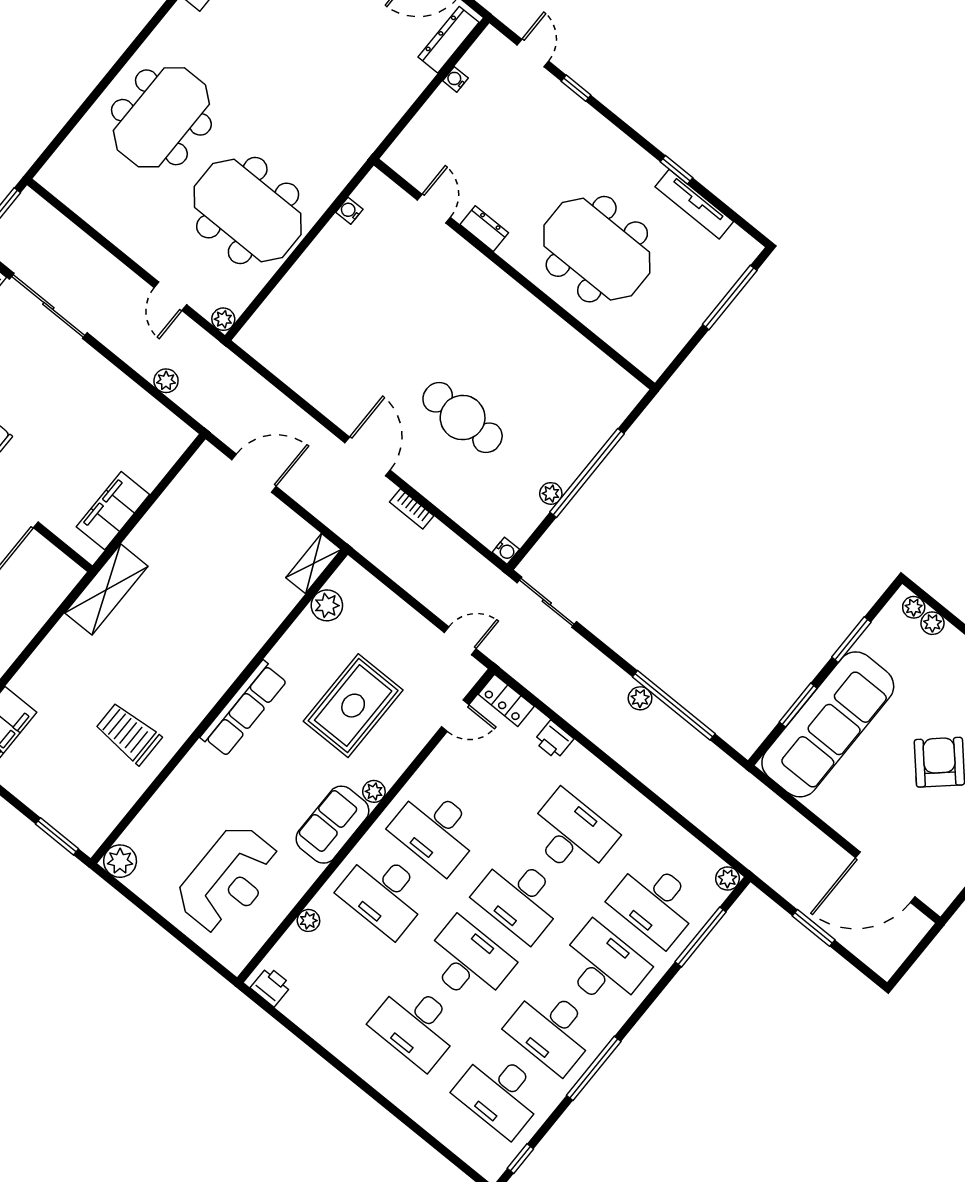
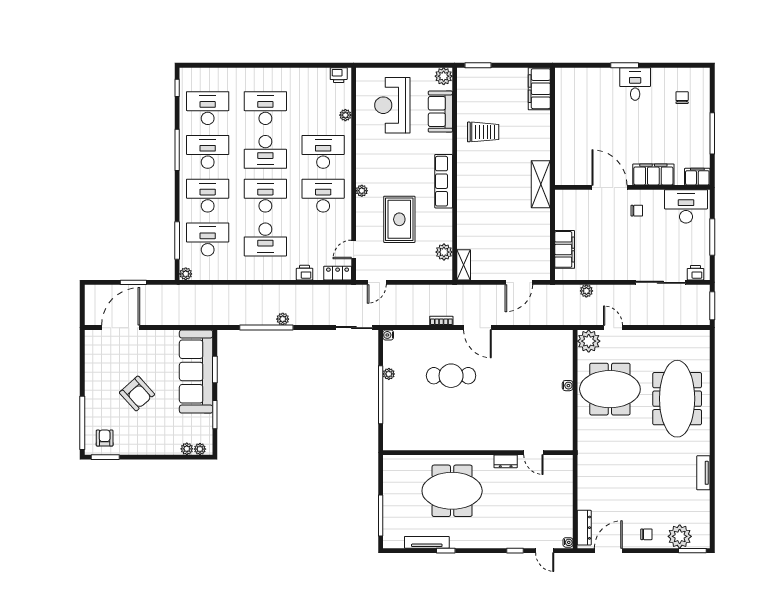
water cooler: (455, 79) -> (568, 542), moved
meeting table: (161, 117) -> (677, 399), width x1.36
water cooler: (349, 211) -> (568, 386), moved
plant: (223, 319) -> (589, 341), width x1.87, depth x1.87
filing cabinet: (113, 511) -> (565, 249), moved
sofa: (332, 825) -> (440, 112), moved, turned 180
desk: (604, 966) -> (208, 196), turned 180

